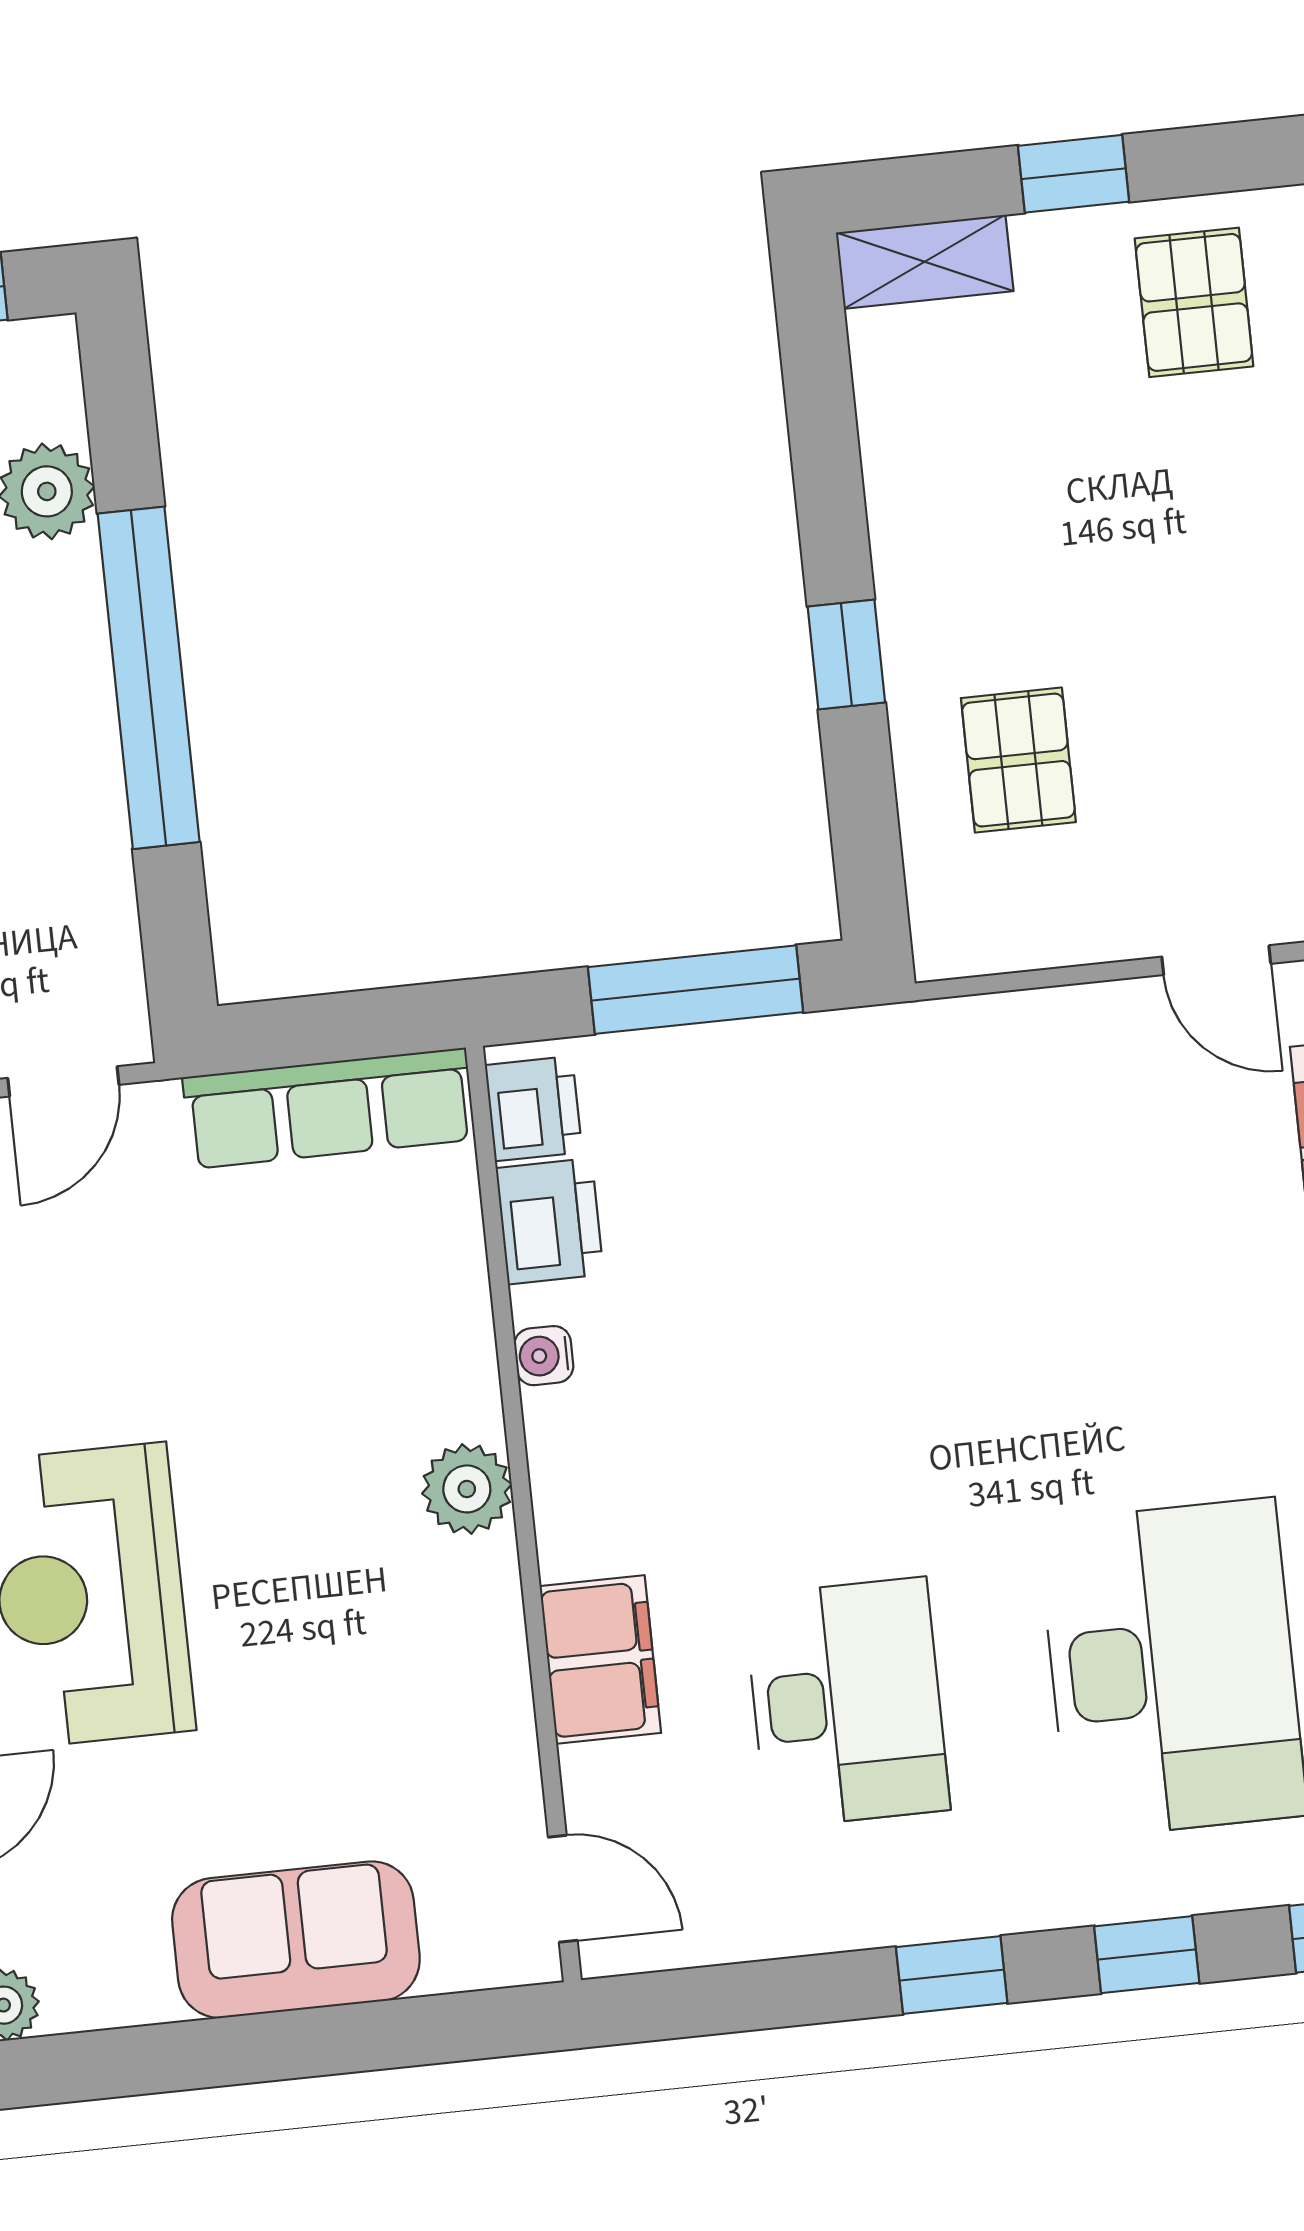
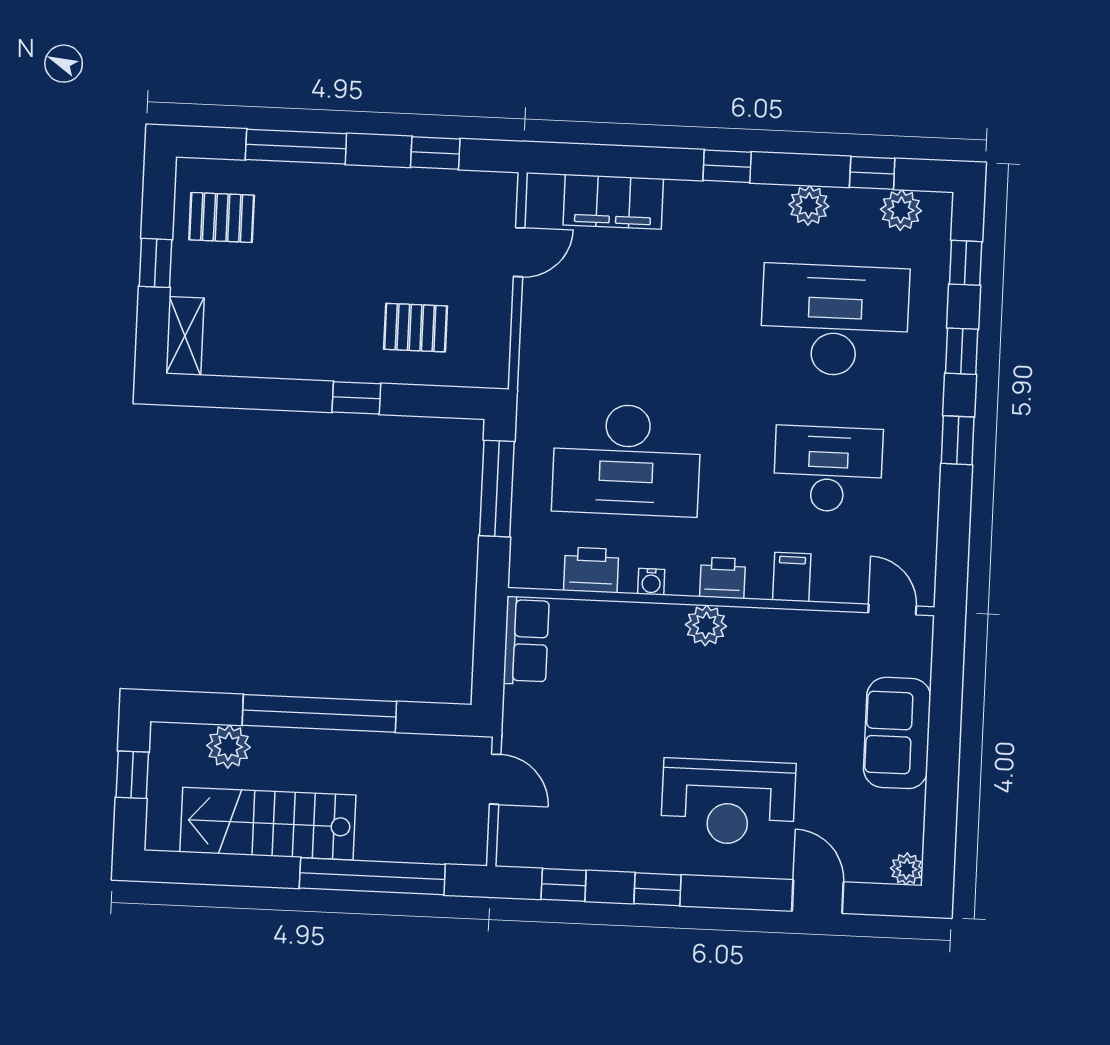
row of seats: (329, 1108) -> (526, 641), width x0.68
printer: (533, 1109) -> (723, 578), moved
desk: (800, 1262) -> (627, 460), added
filing cabinet: (600, 1660) -> (792, 577), width x0.50
door: (563, 1889) -> (892, 609), hinge flipped

